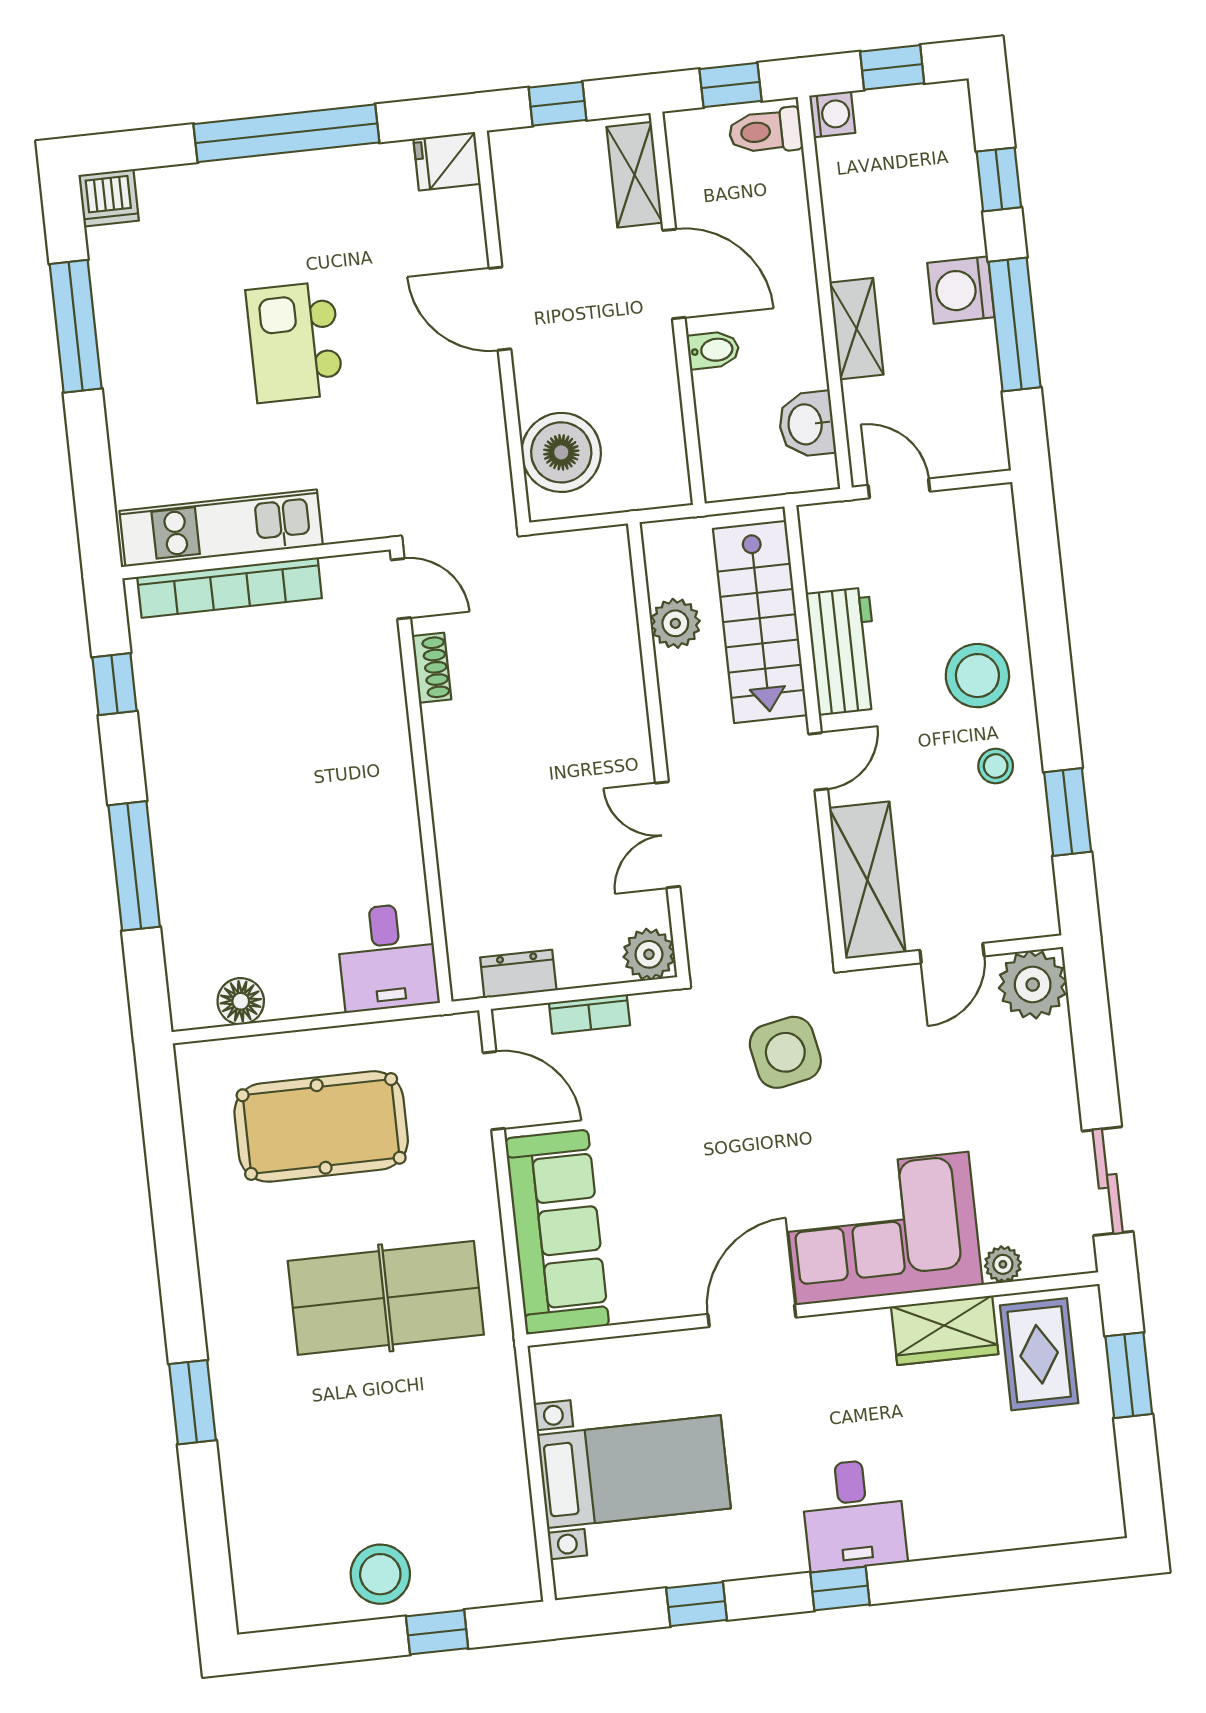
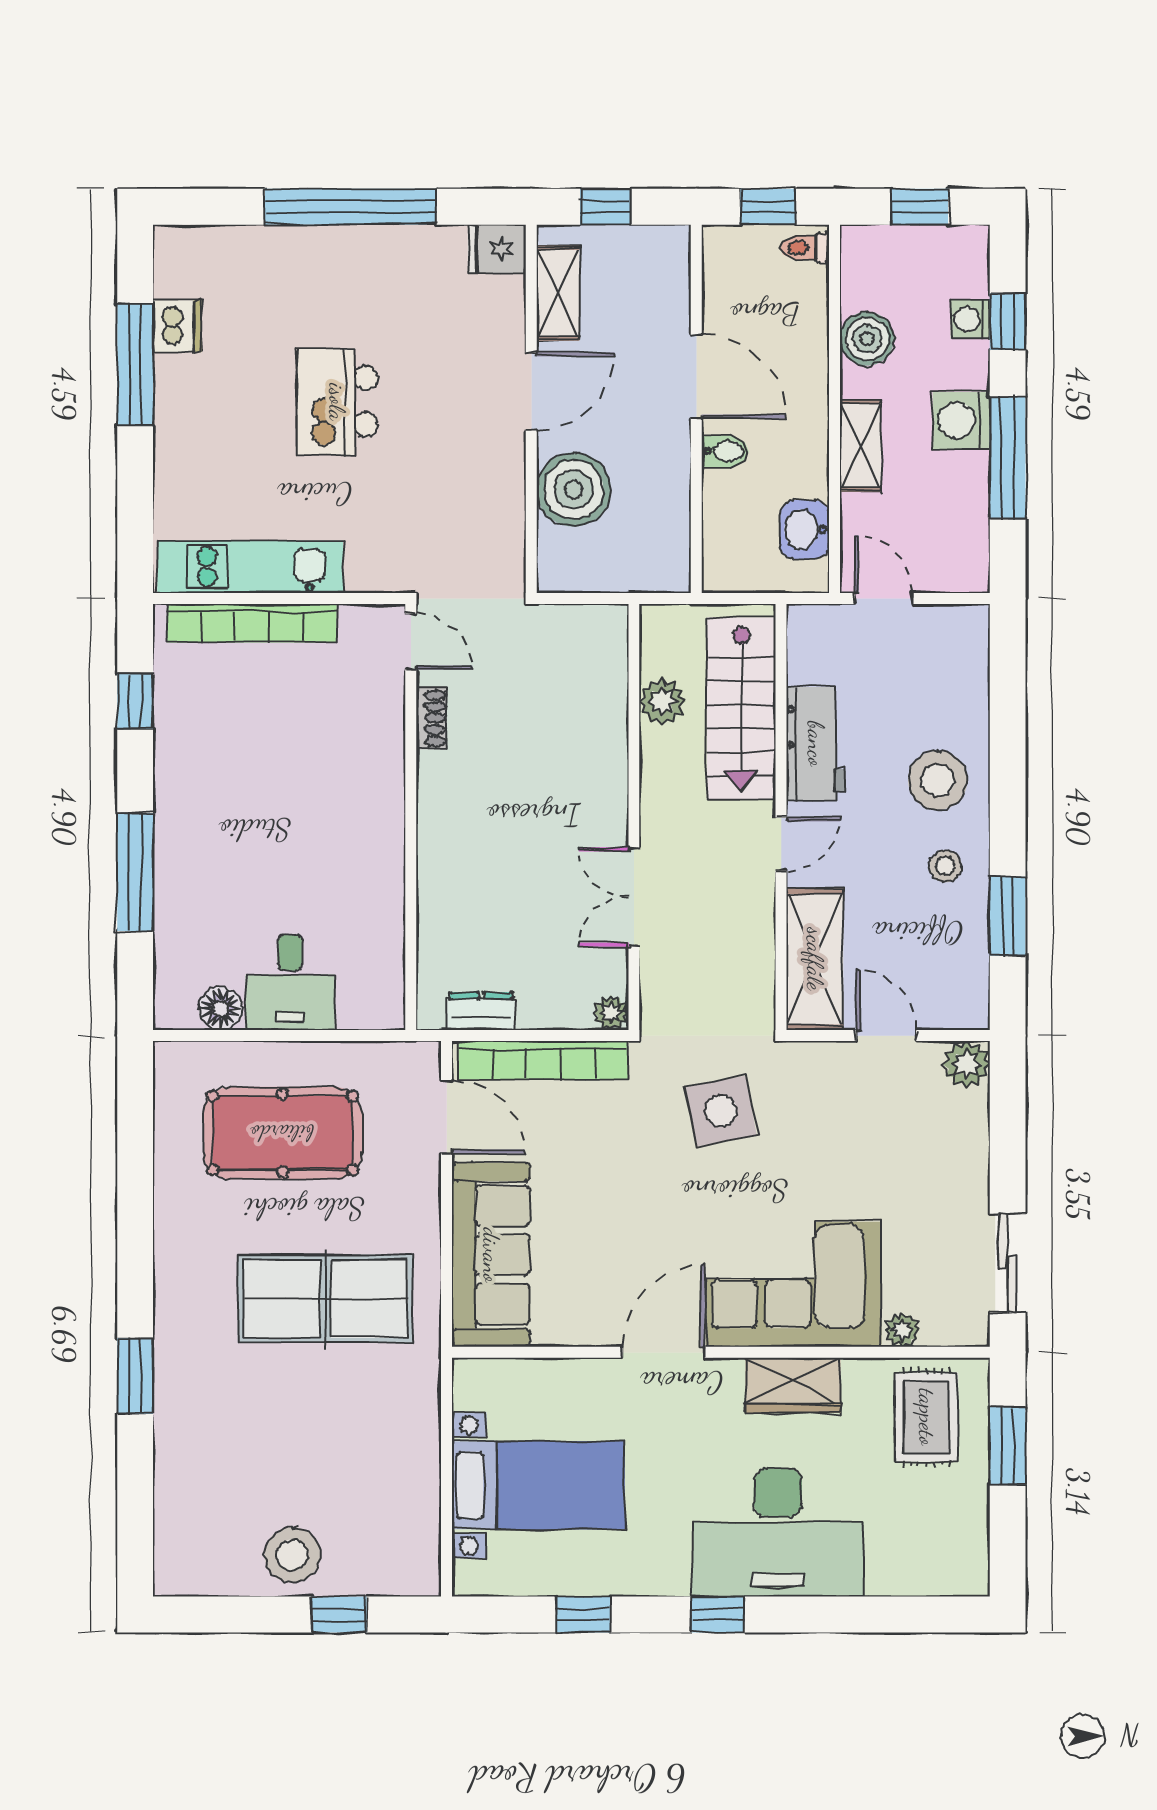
washing machine: (832, 114) -> (970, 319), moved, turned 180
toilet: (766, 131) -> (805, 248), width x0.73, depth x0.72
shelving: (634, 175) -> (558, 293), moved
dishwasher: (109, 198) -> (177, 326), moved, turned -90
boiler: (851, 214) -> (867, 339), added
door: (500, 309) -> (531, 391), swing flipped
boiler: (561, 452) -> (574, 490), moved
door: (952, 953) -> (886, 1036), swing flipped
plant: (649, 954) -> (611, 1013), width x0.73, depth x0.73
desk: (387, 957) -> (290, 982), moved
plant: (1033, 985) -> (966, 1064), width x0.73, depth x0.73
bookcase: (589, 1014) -> (543, 1060), width x2.31, depth x1.31
wardrobe: (945, 1330) -> (793, 1385), moved
desk: (854, 1515) -> (778, 1533), width x1.87, depth x1.30

